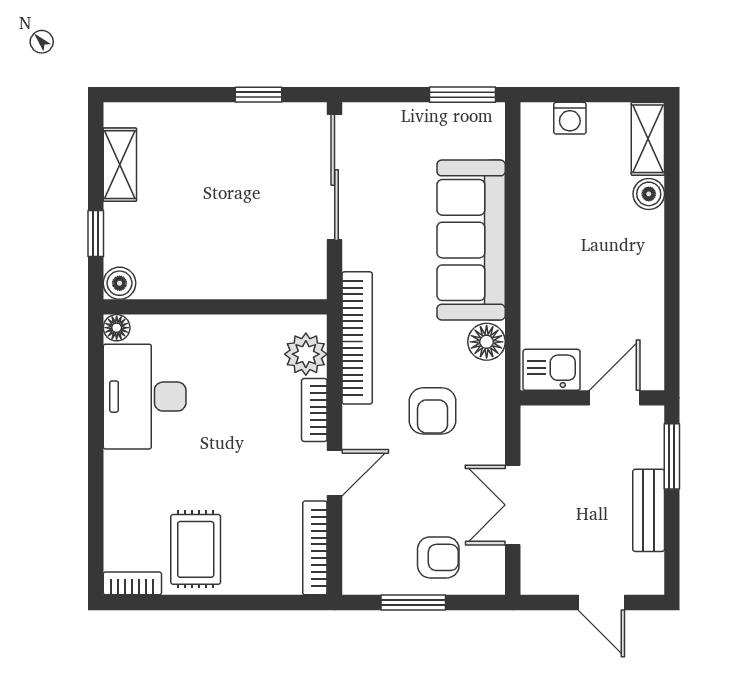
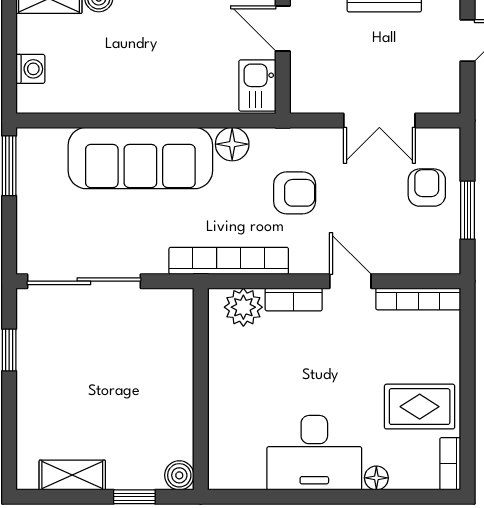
floor lamp: (117, 328) -> (376, 478), moved
desk: (145, 397) -> (314, 453), moved

